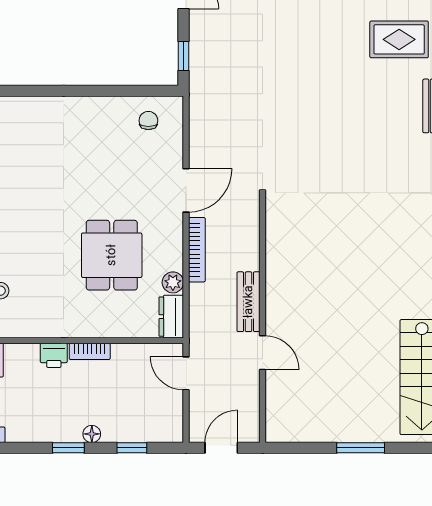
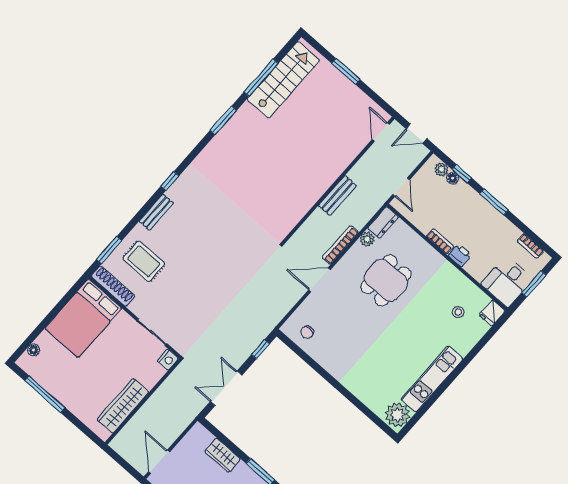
door: (263, 353) -> (381, 132), moved
plant: (159, 433) -> (441, 169), added
floor lamp: (92, 434) -> (453, 178), moved
window: (68, 448) -> (494, 202), width x1.50

